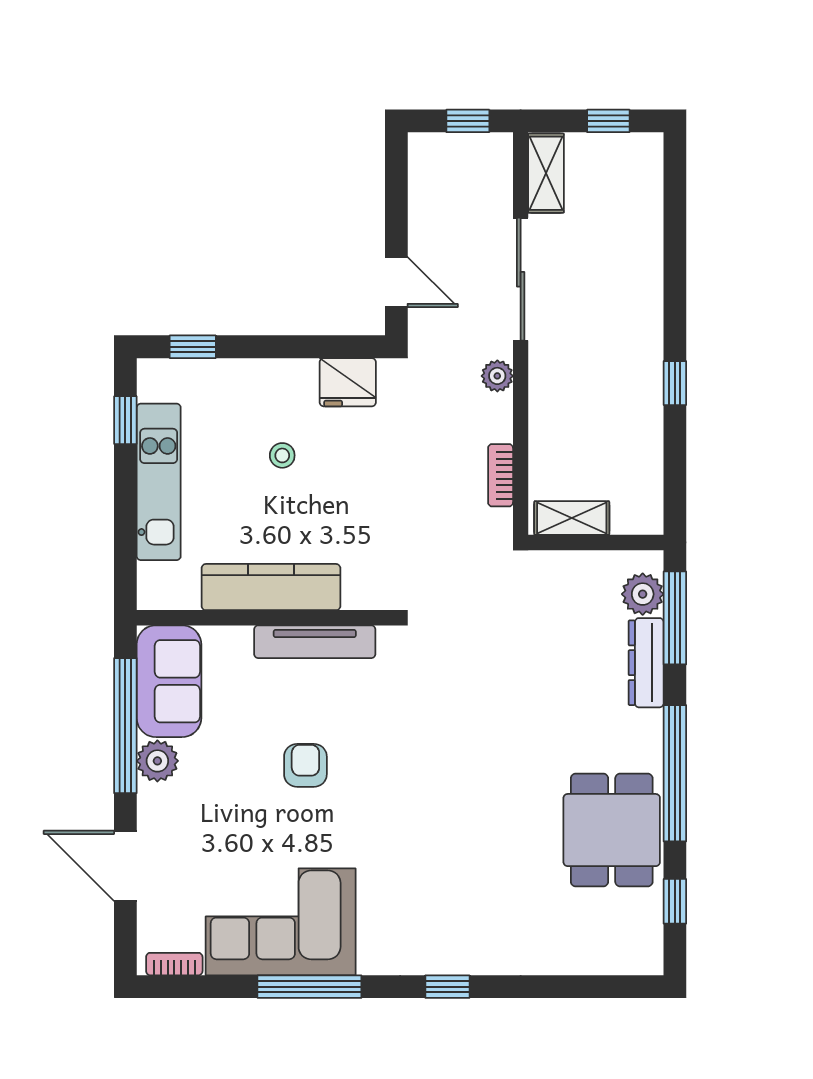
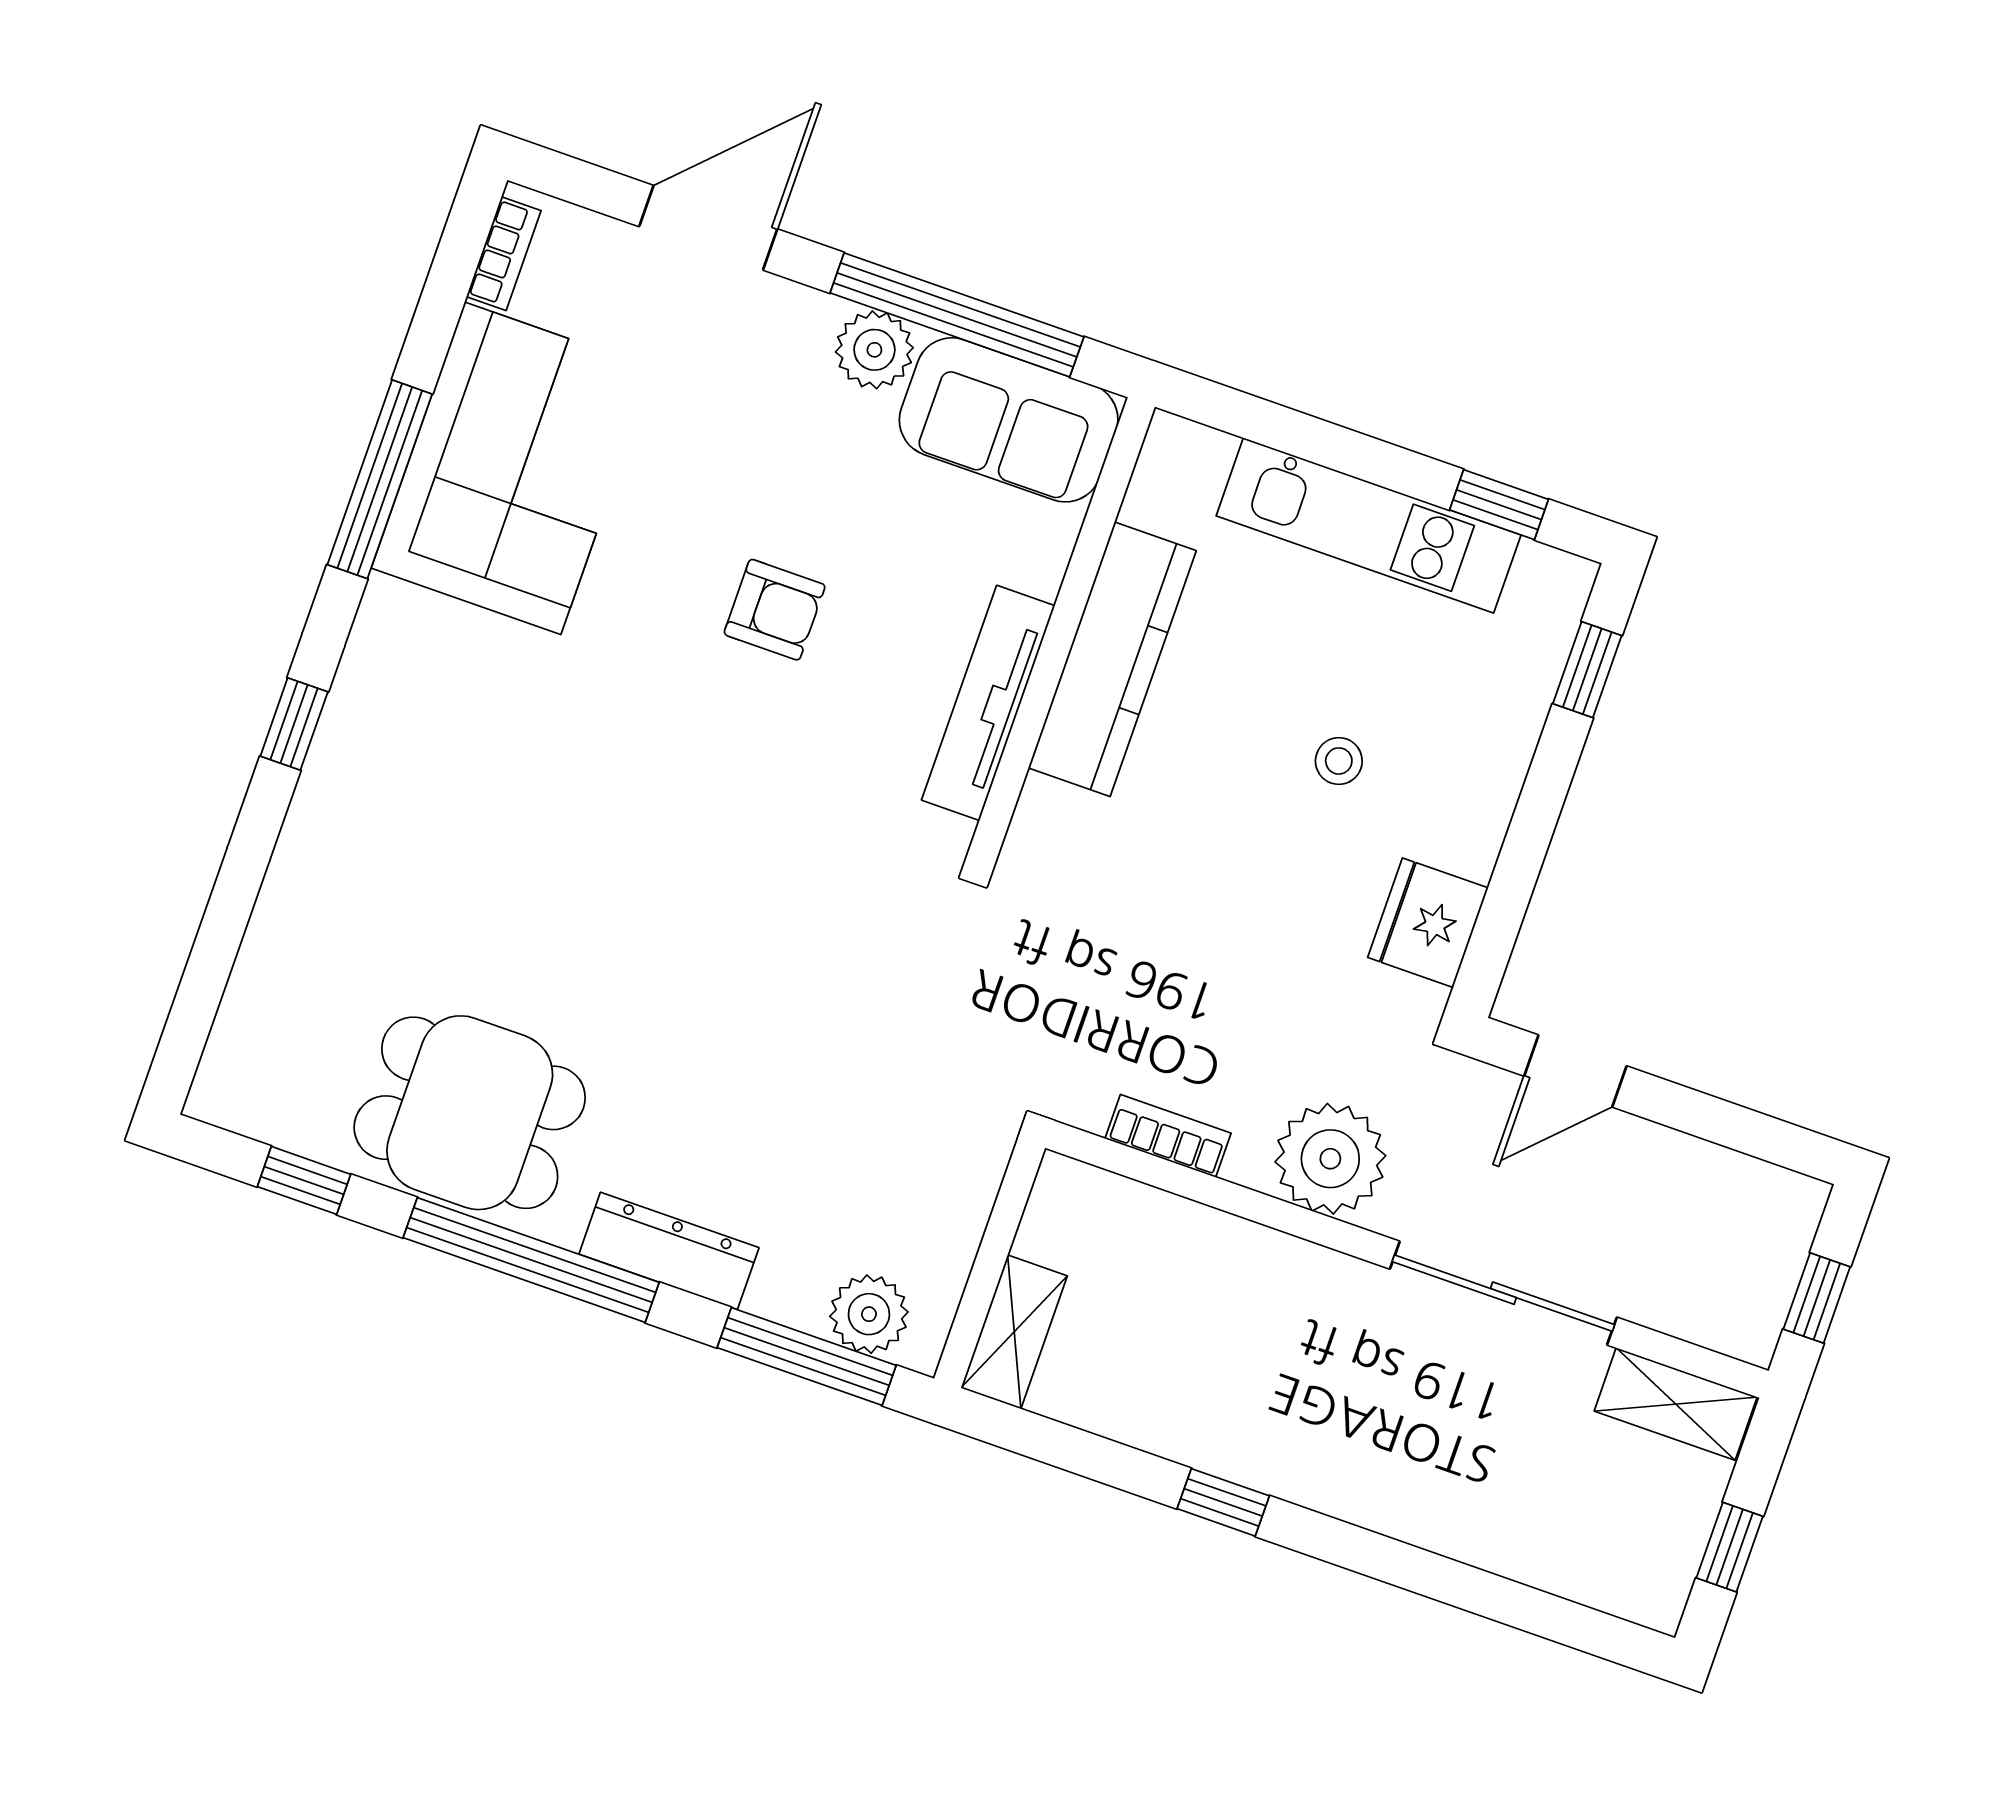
plant: (497, 376) -> (1330, 1159), width x1.88, depth x1.88
shelving: (572, 518) -> (1014, 1332), moved
dresser: (646, 663) -> (669, 1251), moved

